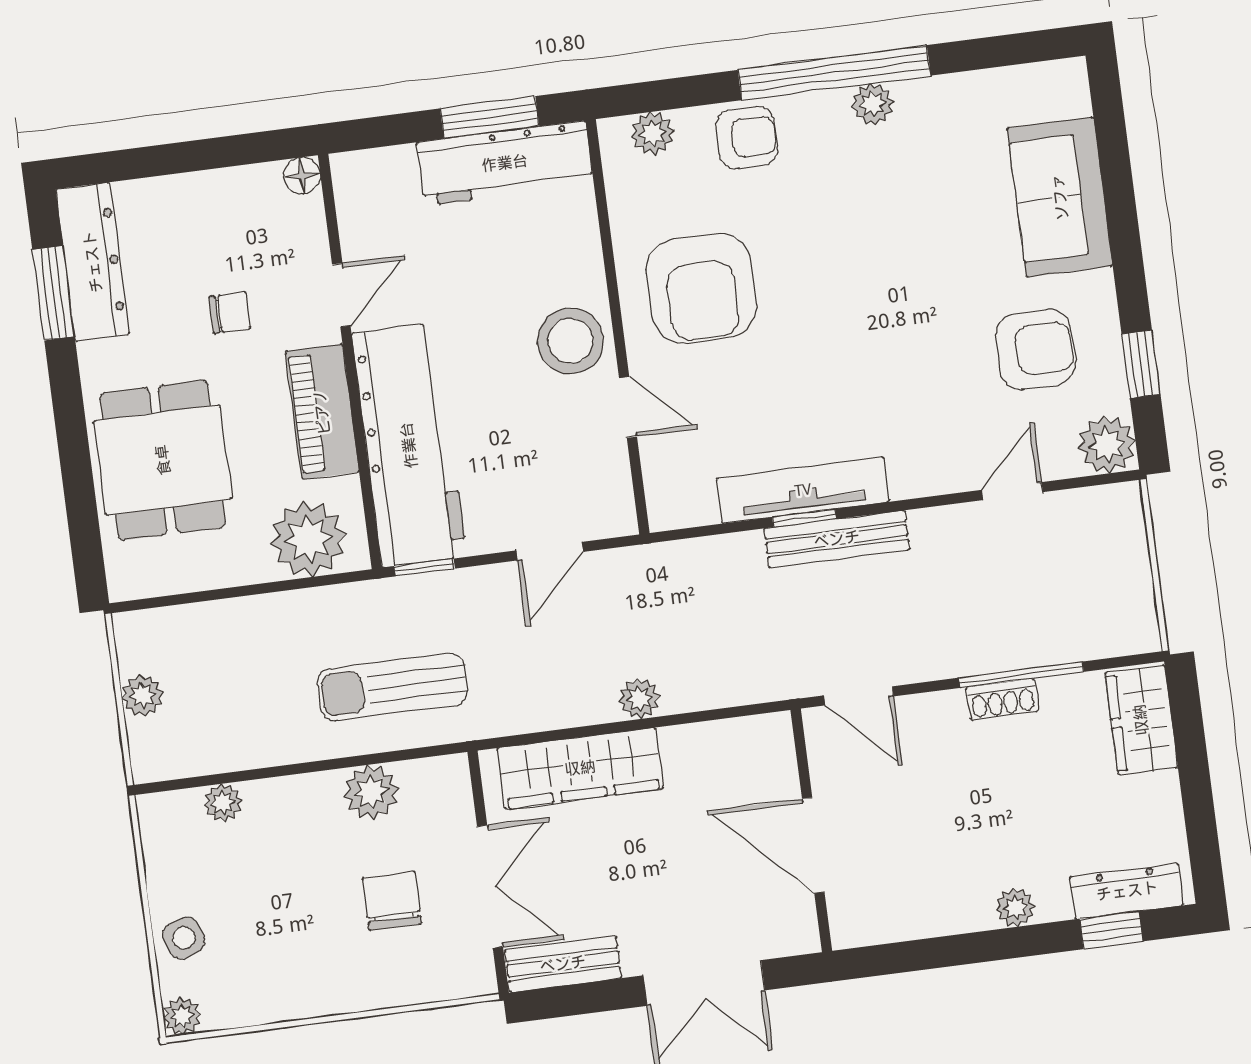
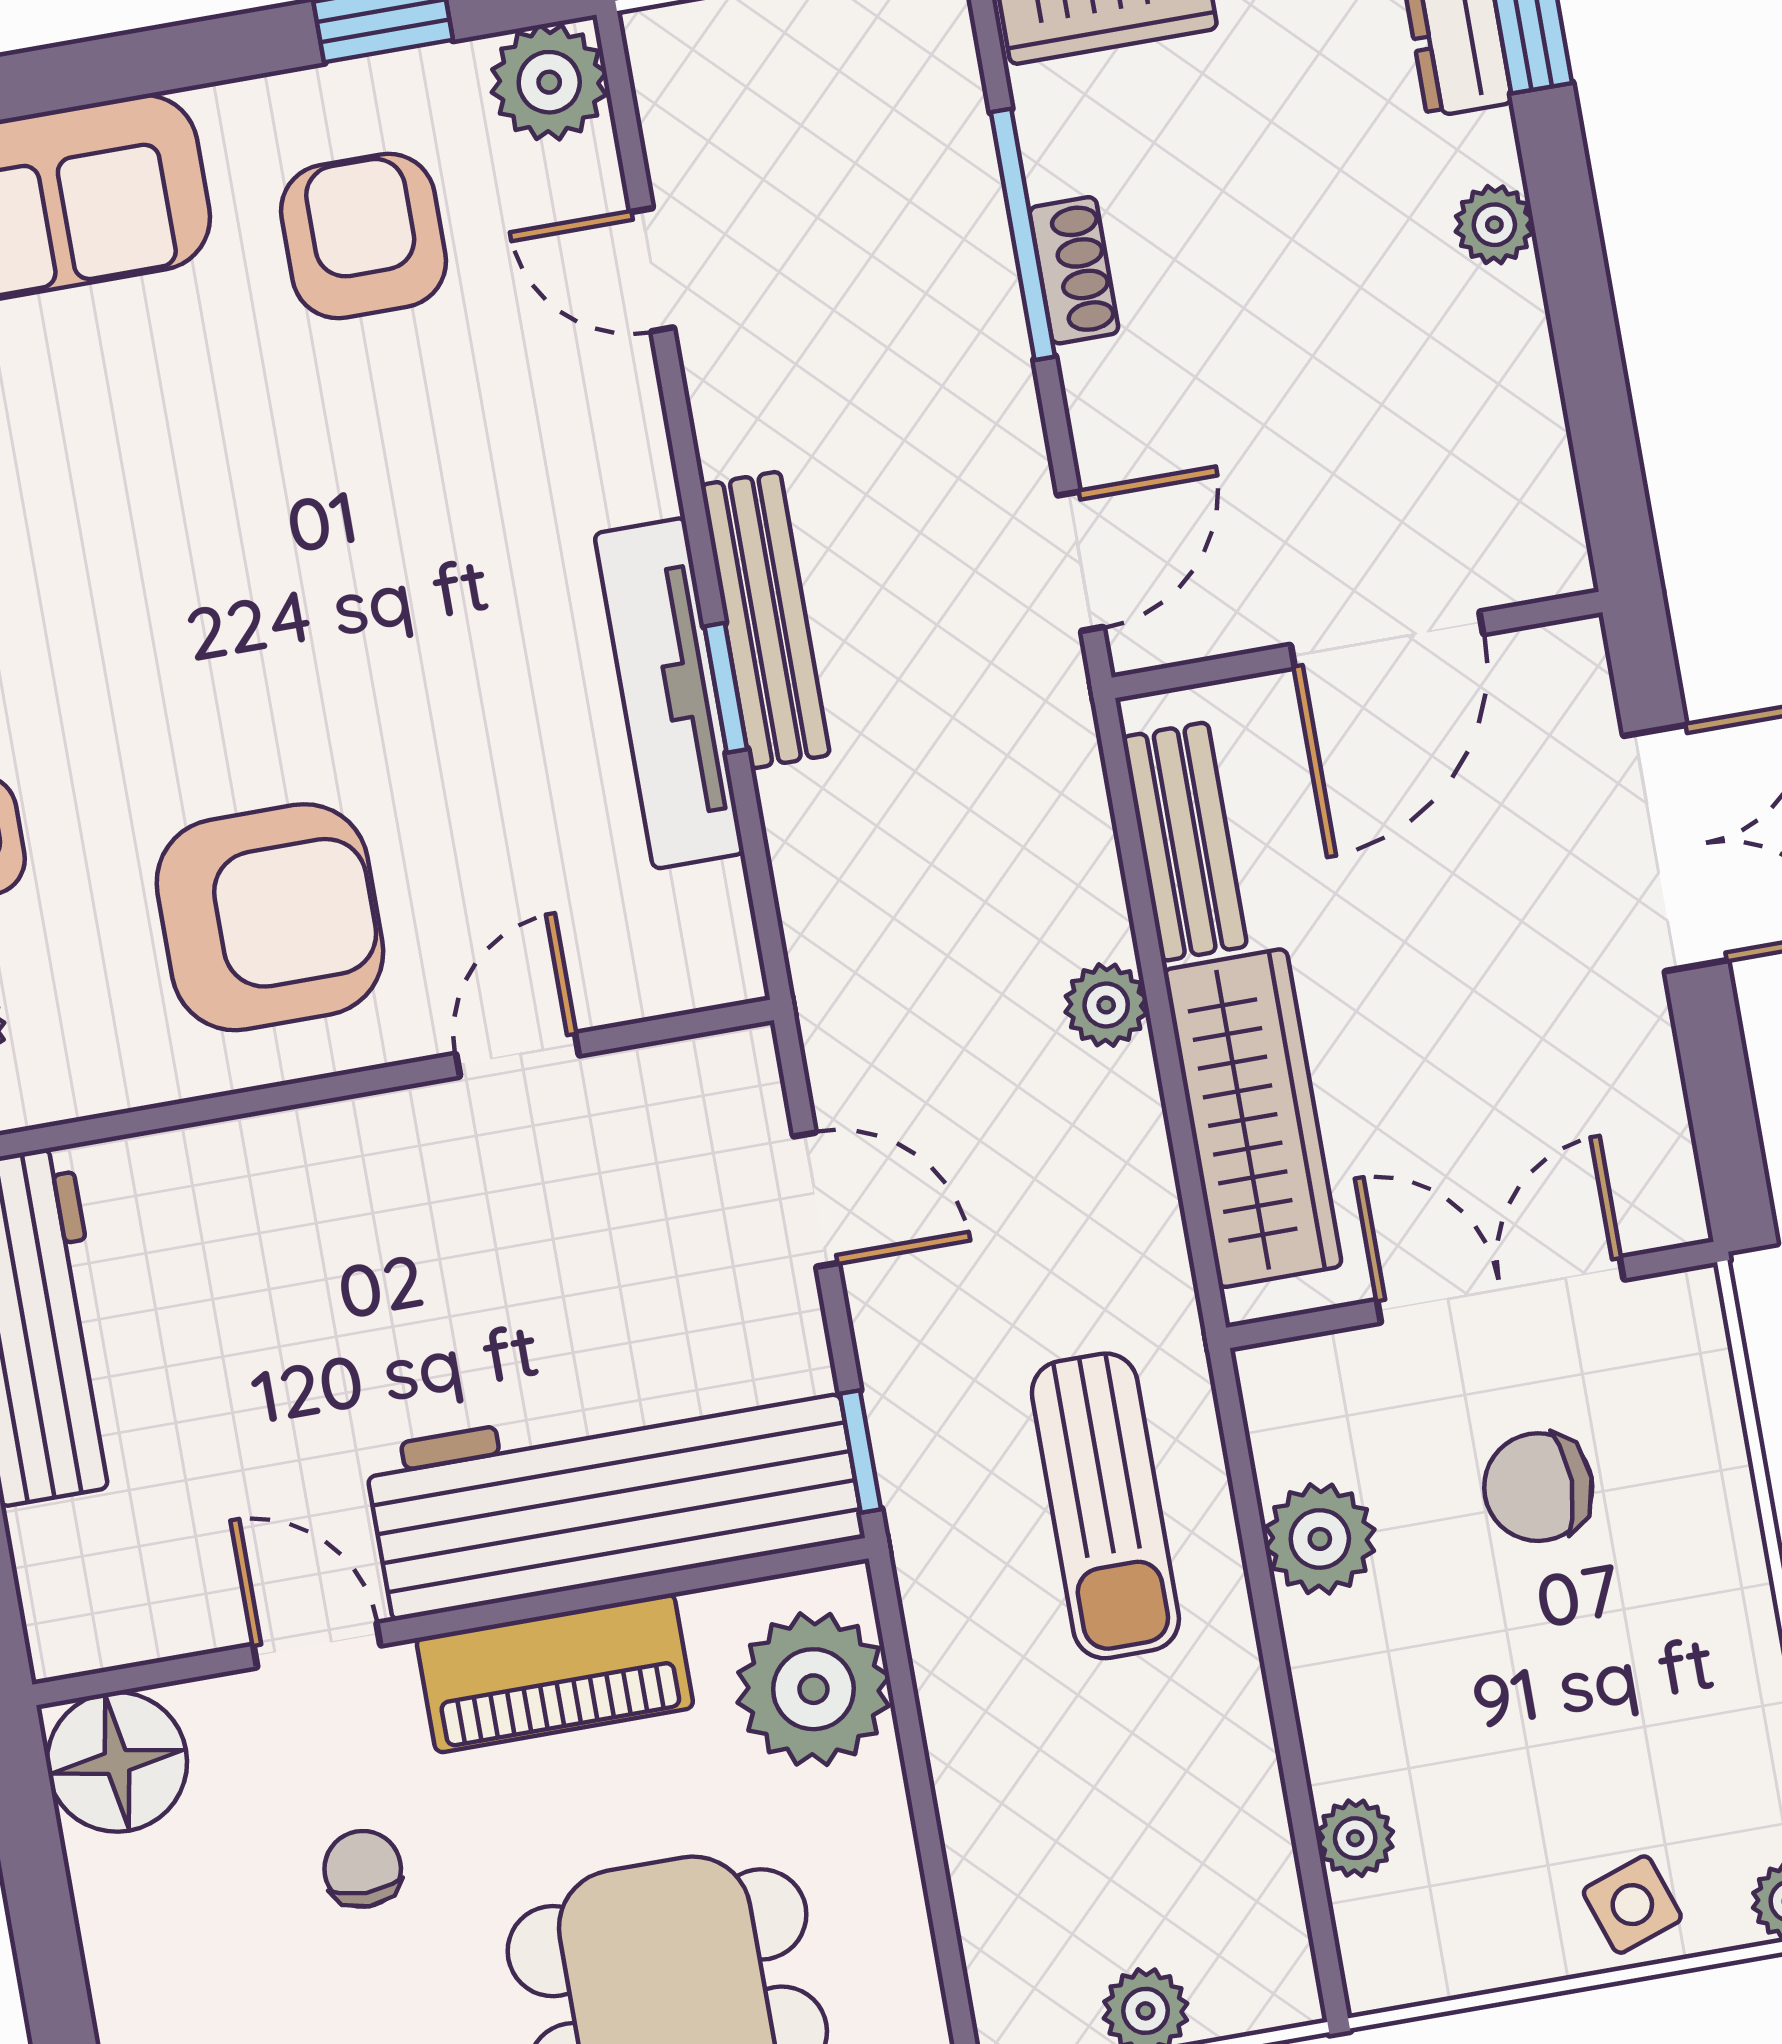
floor lamp: (302, 176) -> (117, 1762), width x1.89, depth x1.89
stool: (570, 341) -> (389, 1177), removed
bench: (563, 964) -> (1185, 842), moved

